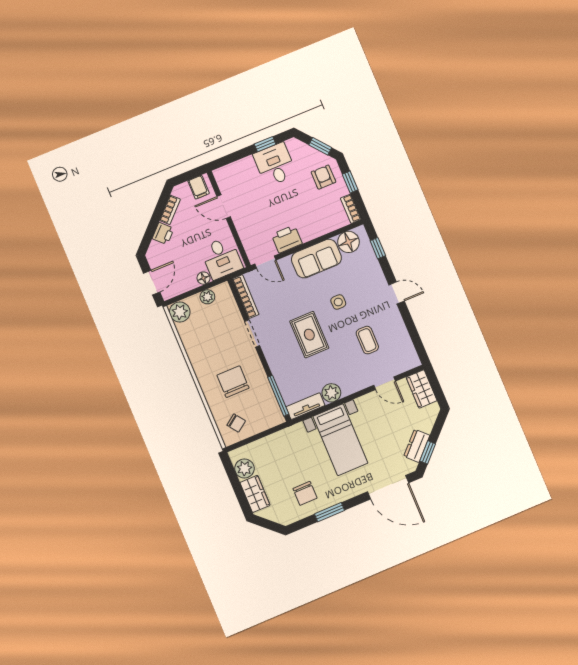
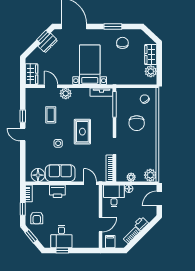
door: (224, 207) -> (101, 225), hinge flipped
printer: (287, 239) -> (57, 191), moved
window: (378, 248) -> (23, 116), moved
plant: (331, 393) -> (66, 93), moved

